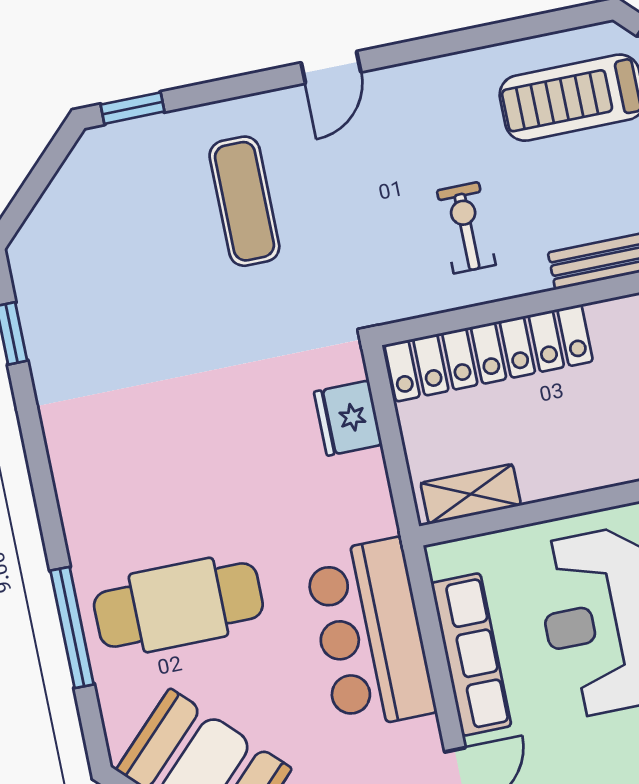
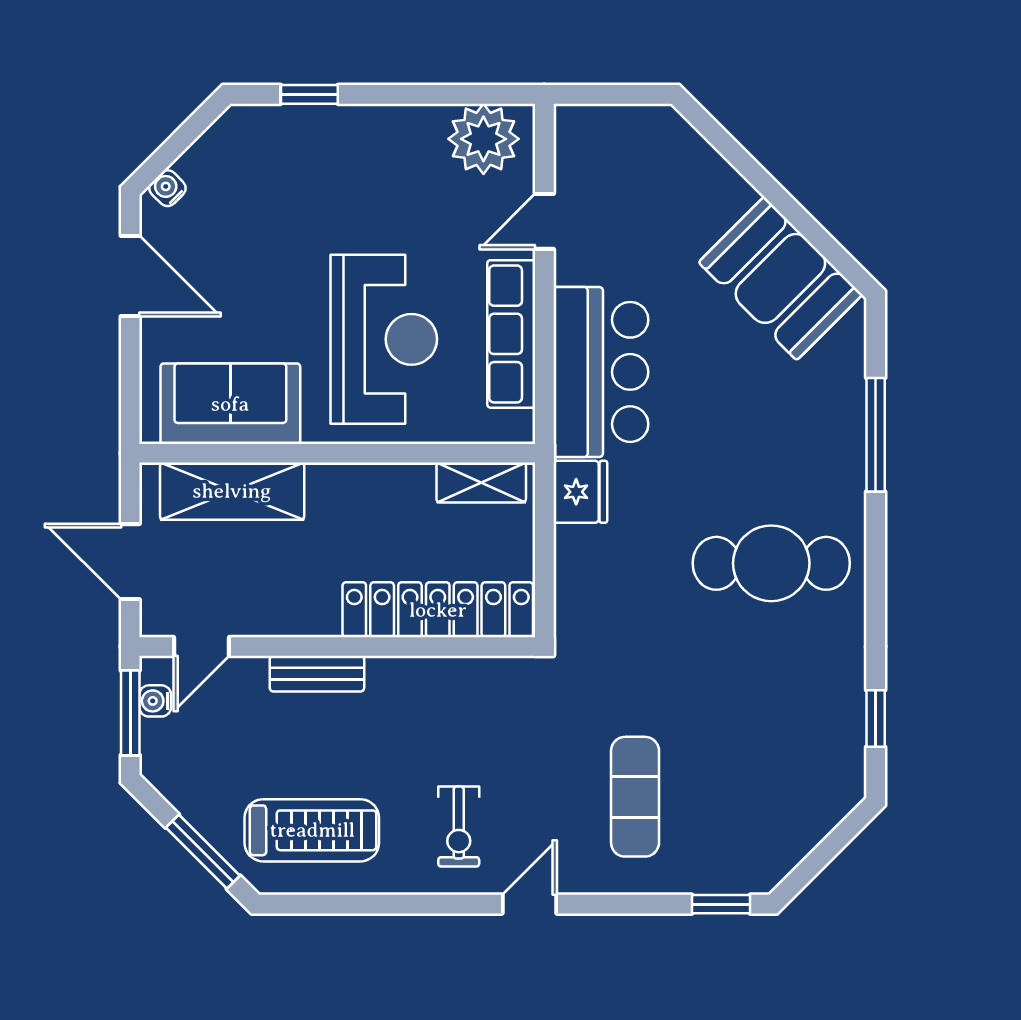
exercise bike: (466, 228) -> (459, 827), moved
fridge: (348, 418) -> (580, 492), moved
cafe table: (178, 605) -> (771, 563), moved

